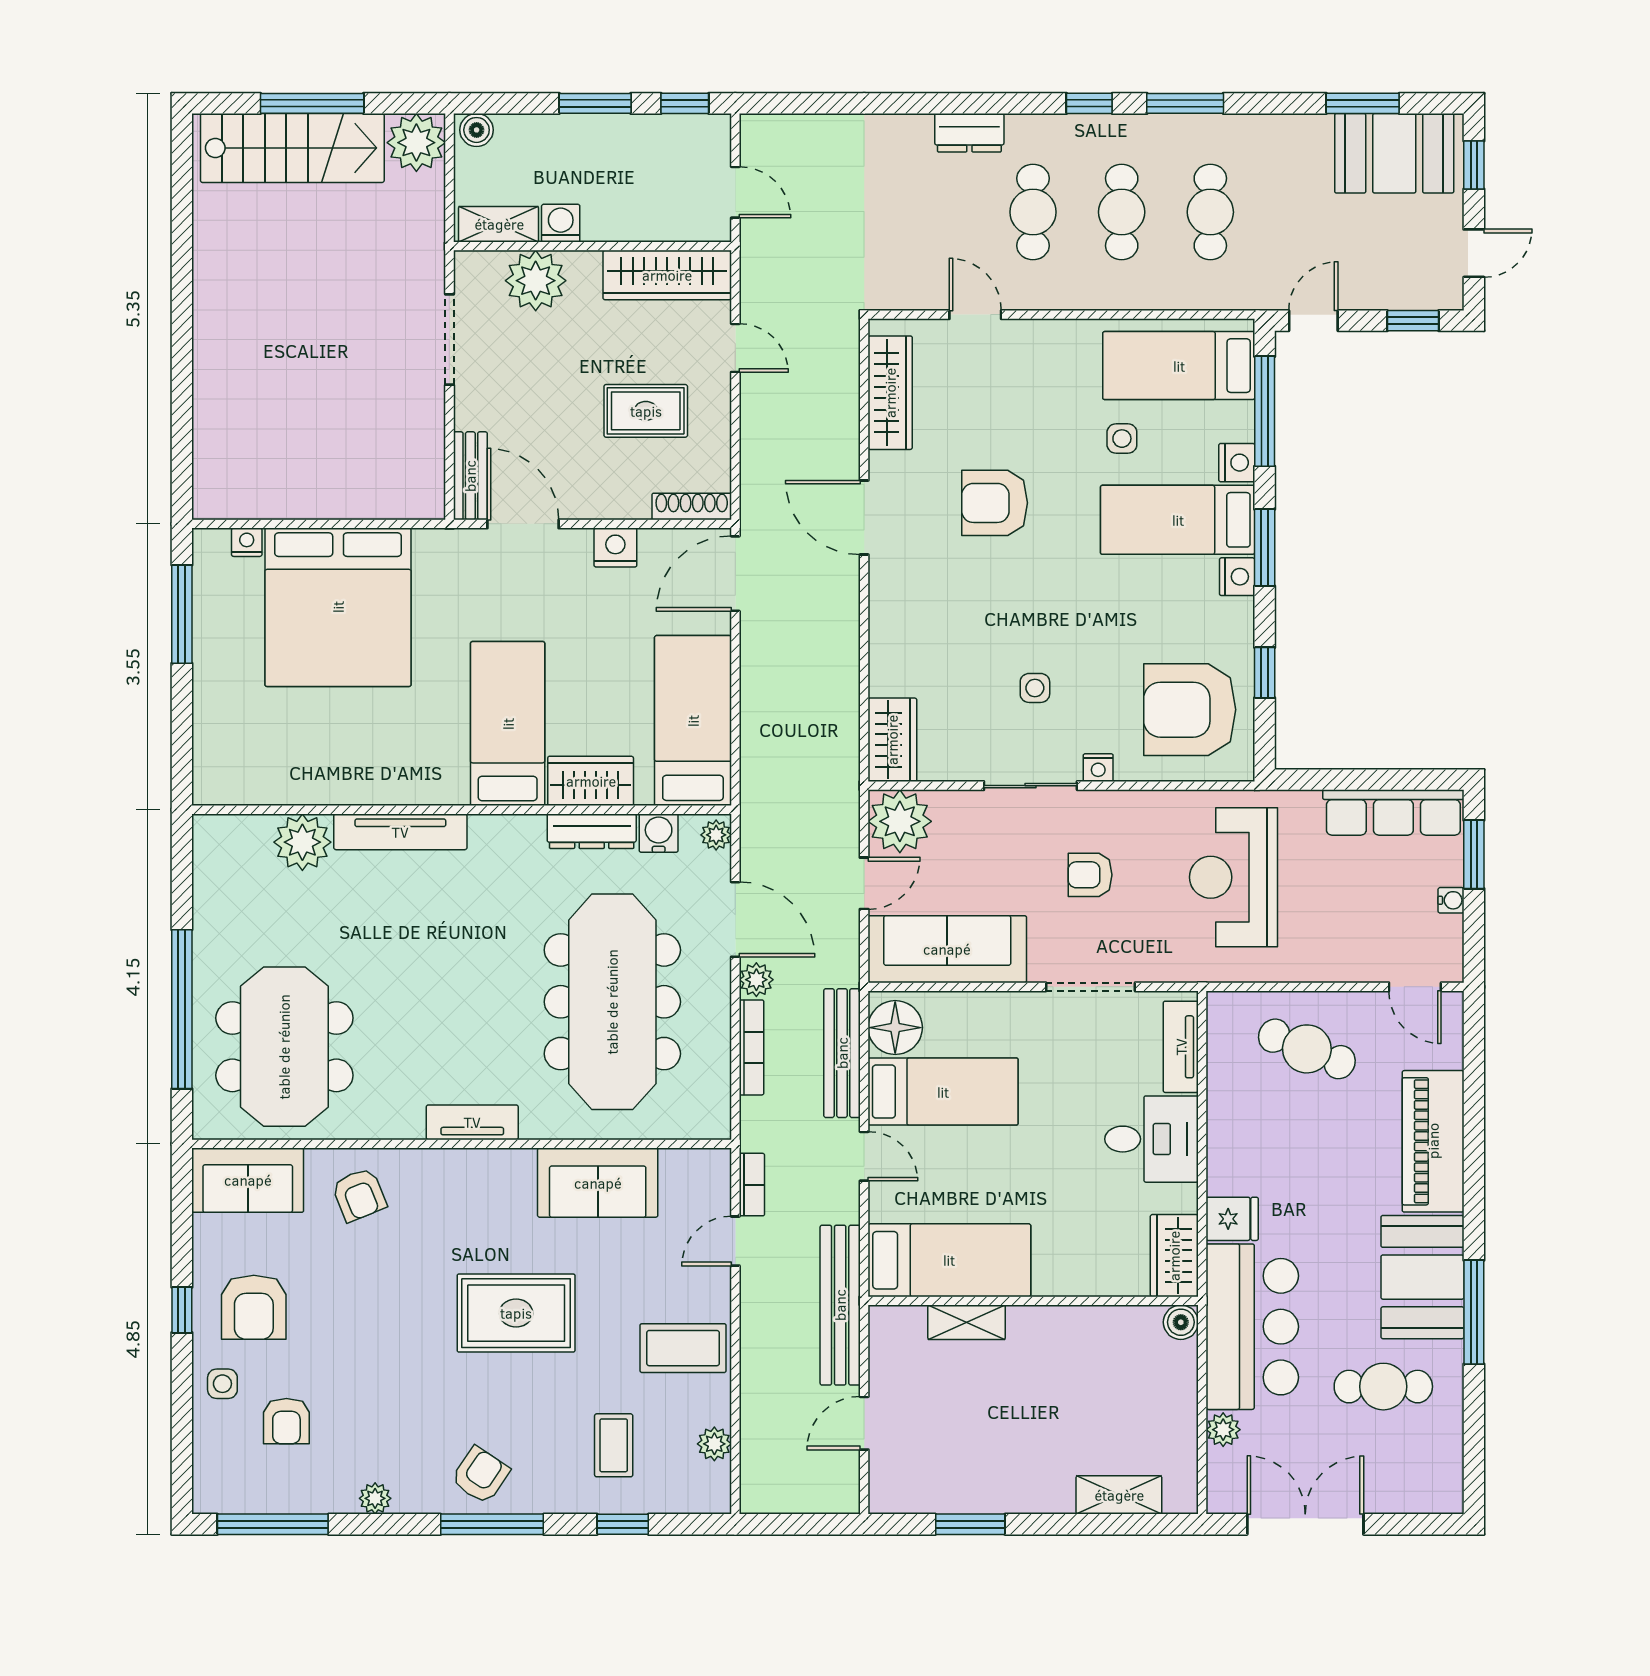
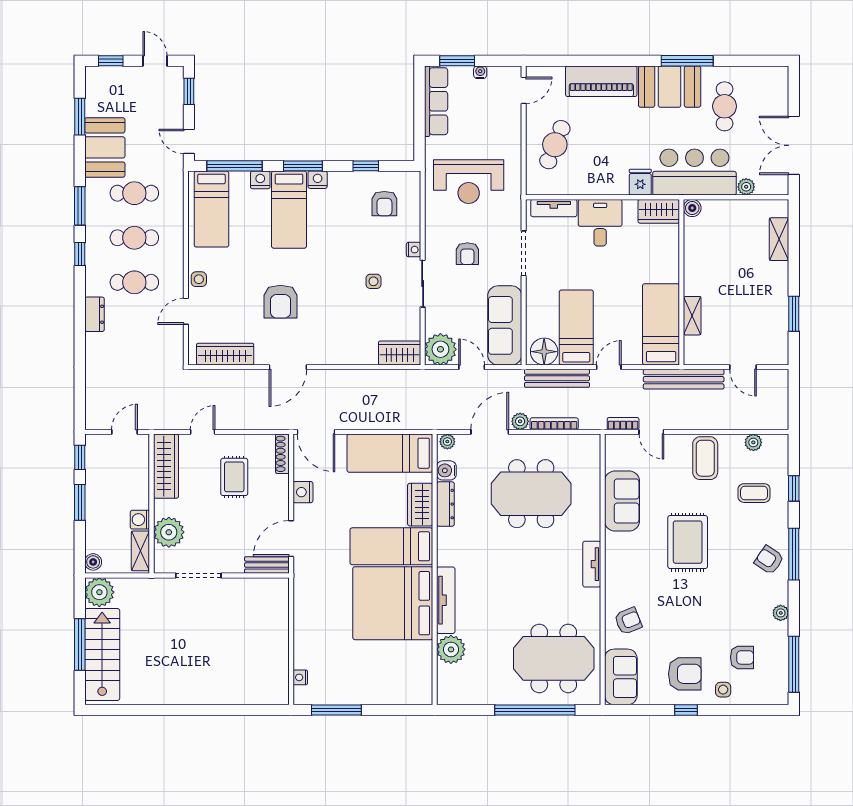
booth: (1394, 153) -> (105, 147), moved
side table: (1122, 439) -> (199, 279), moved
bed: (338, 607) -> (393, 603), moved, turned 180
armchair: (1190, 710) -> (384, 204), width x0.53, depth x0.53
meeting table: (612, 1002) -> (531, 494), width x0.73

